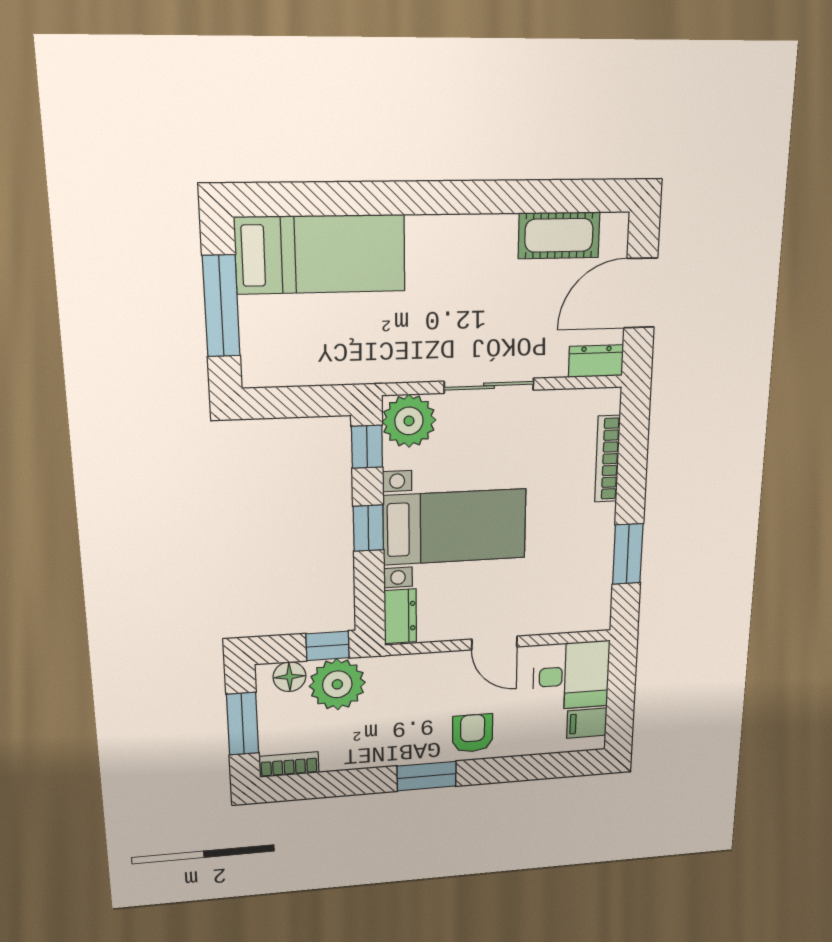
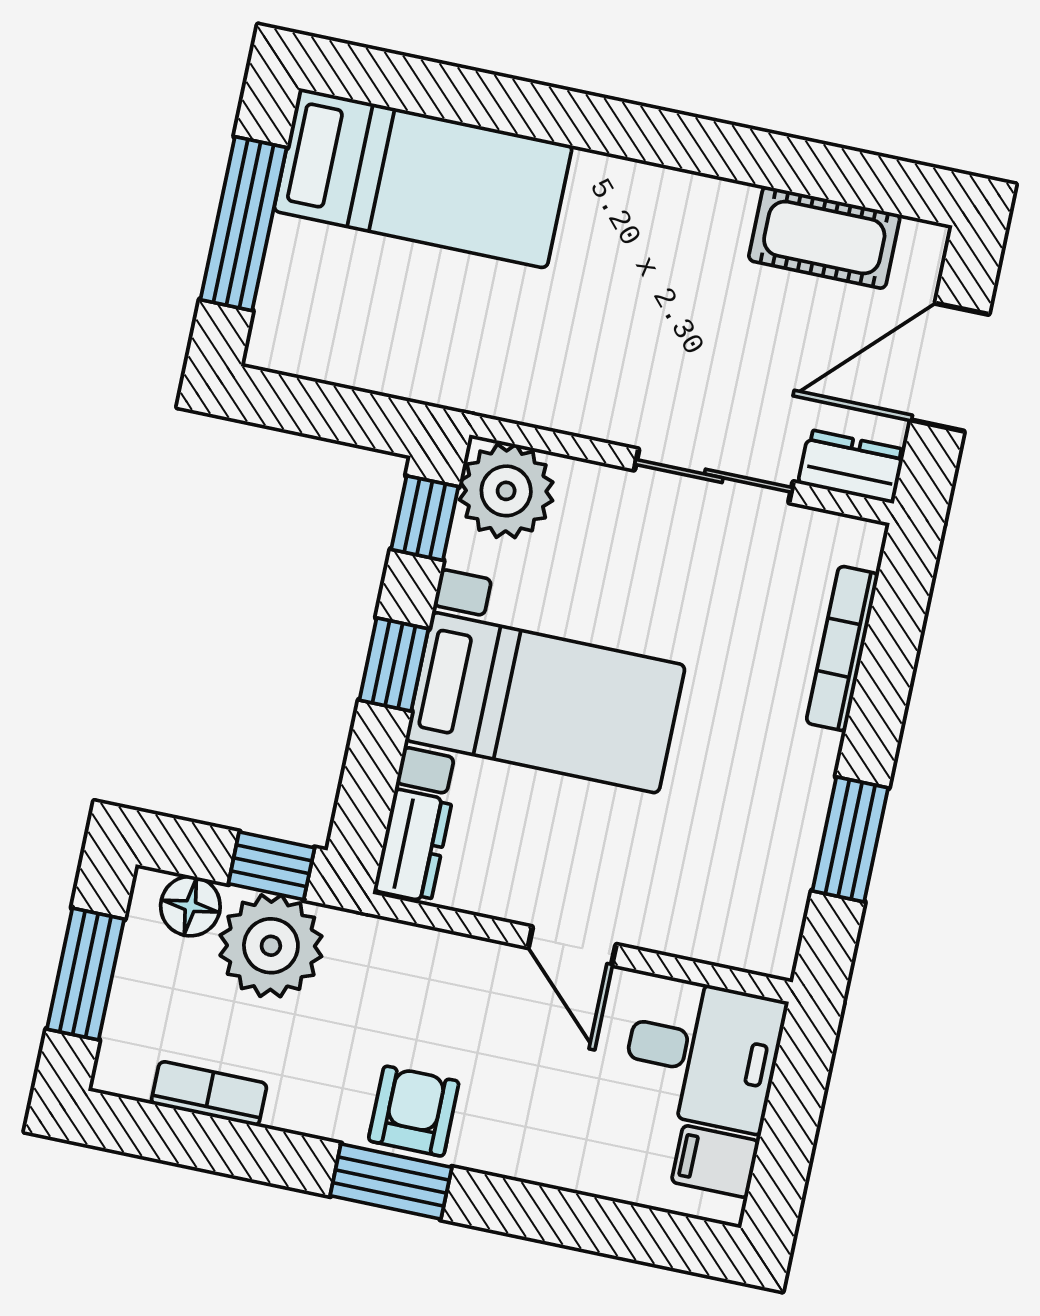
sliding door: (489, 386) -> (714, 476), moved
armchair: (473, 733) -> (414, 1111), moved
bookcase: (289, 765) -> (209, 1094), moved

